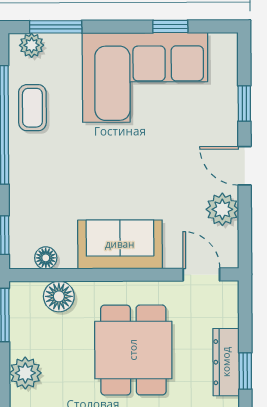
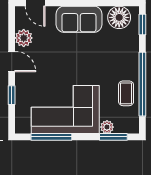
window: (170, 26) -> (51, 137), width x2.17
plant: (32, 45) -> (107, 127), moved
floor lamp: (46, 258) -> (119, 17), width x1.89, depth x1.89

